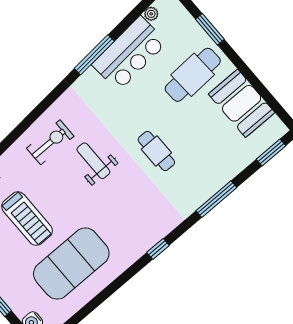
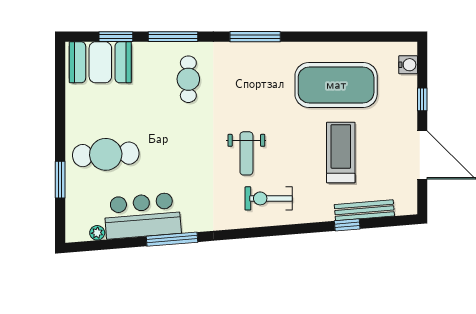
booth: (242, 103) -> (100, 62), moved, turned 90
cafe table: (156, 151) -> (188, 79), moved
window: (271, 152) -> (116, 37), moved
window: (158, 249) -> (255, 37), width x2.17

